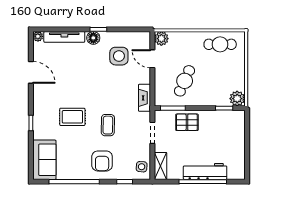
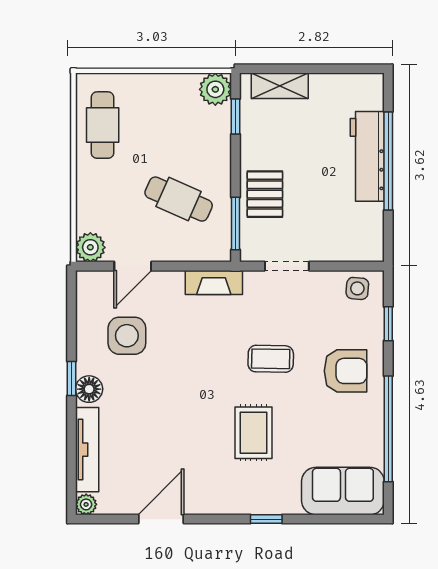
shelving: (160, 166) -> (280, 86), moved

